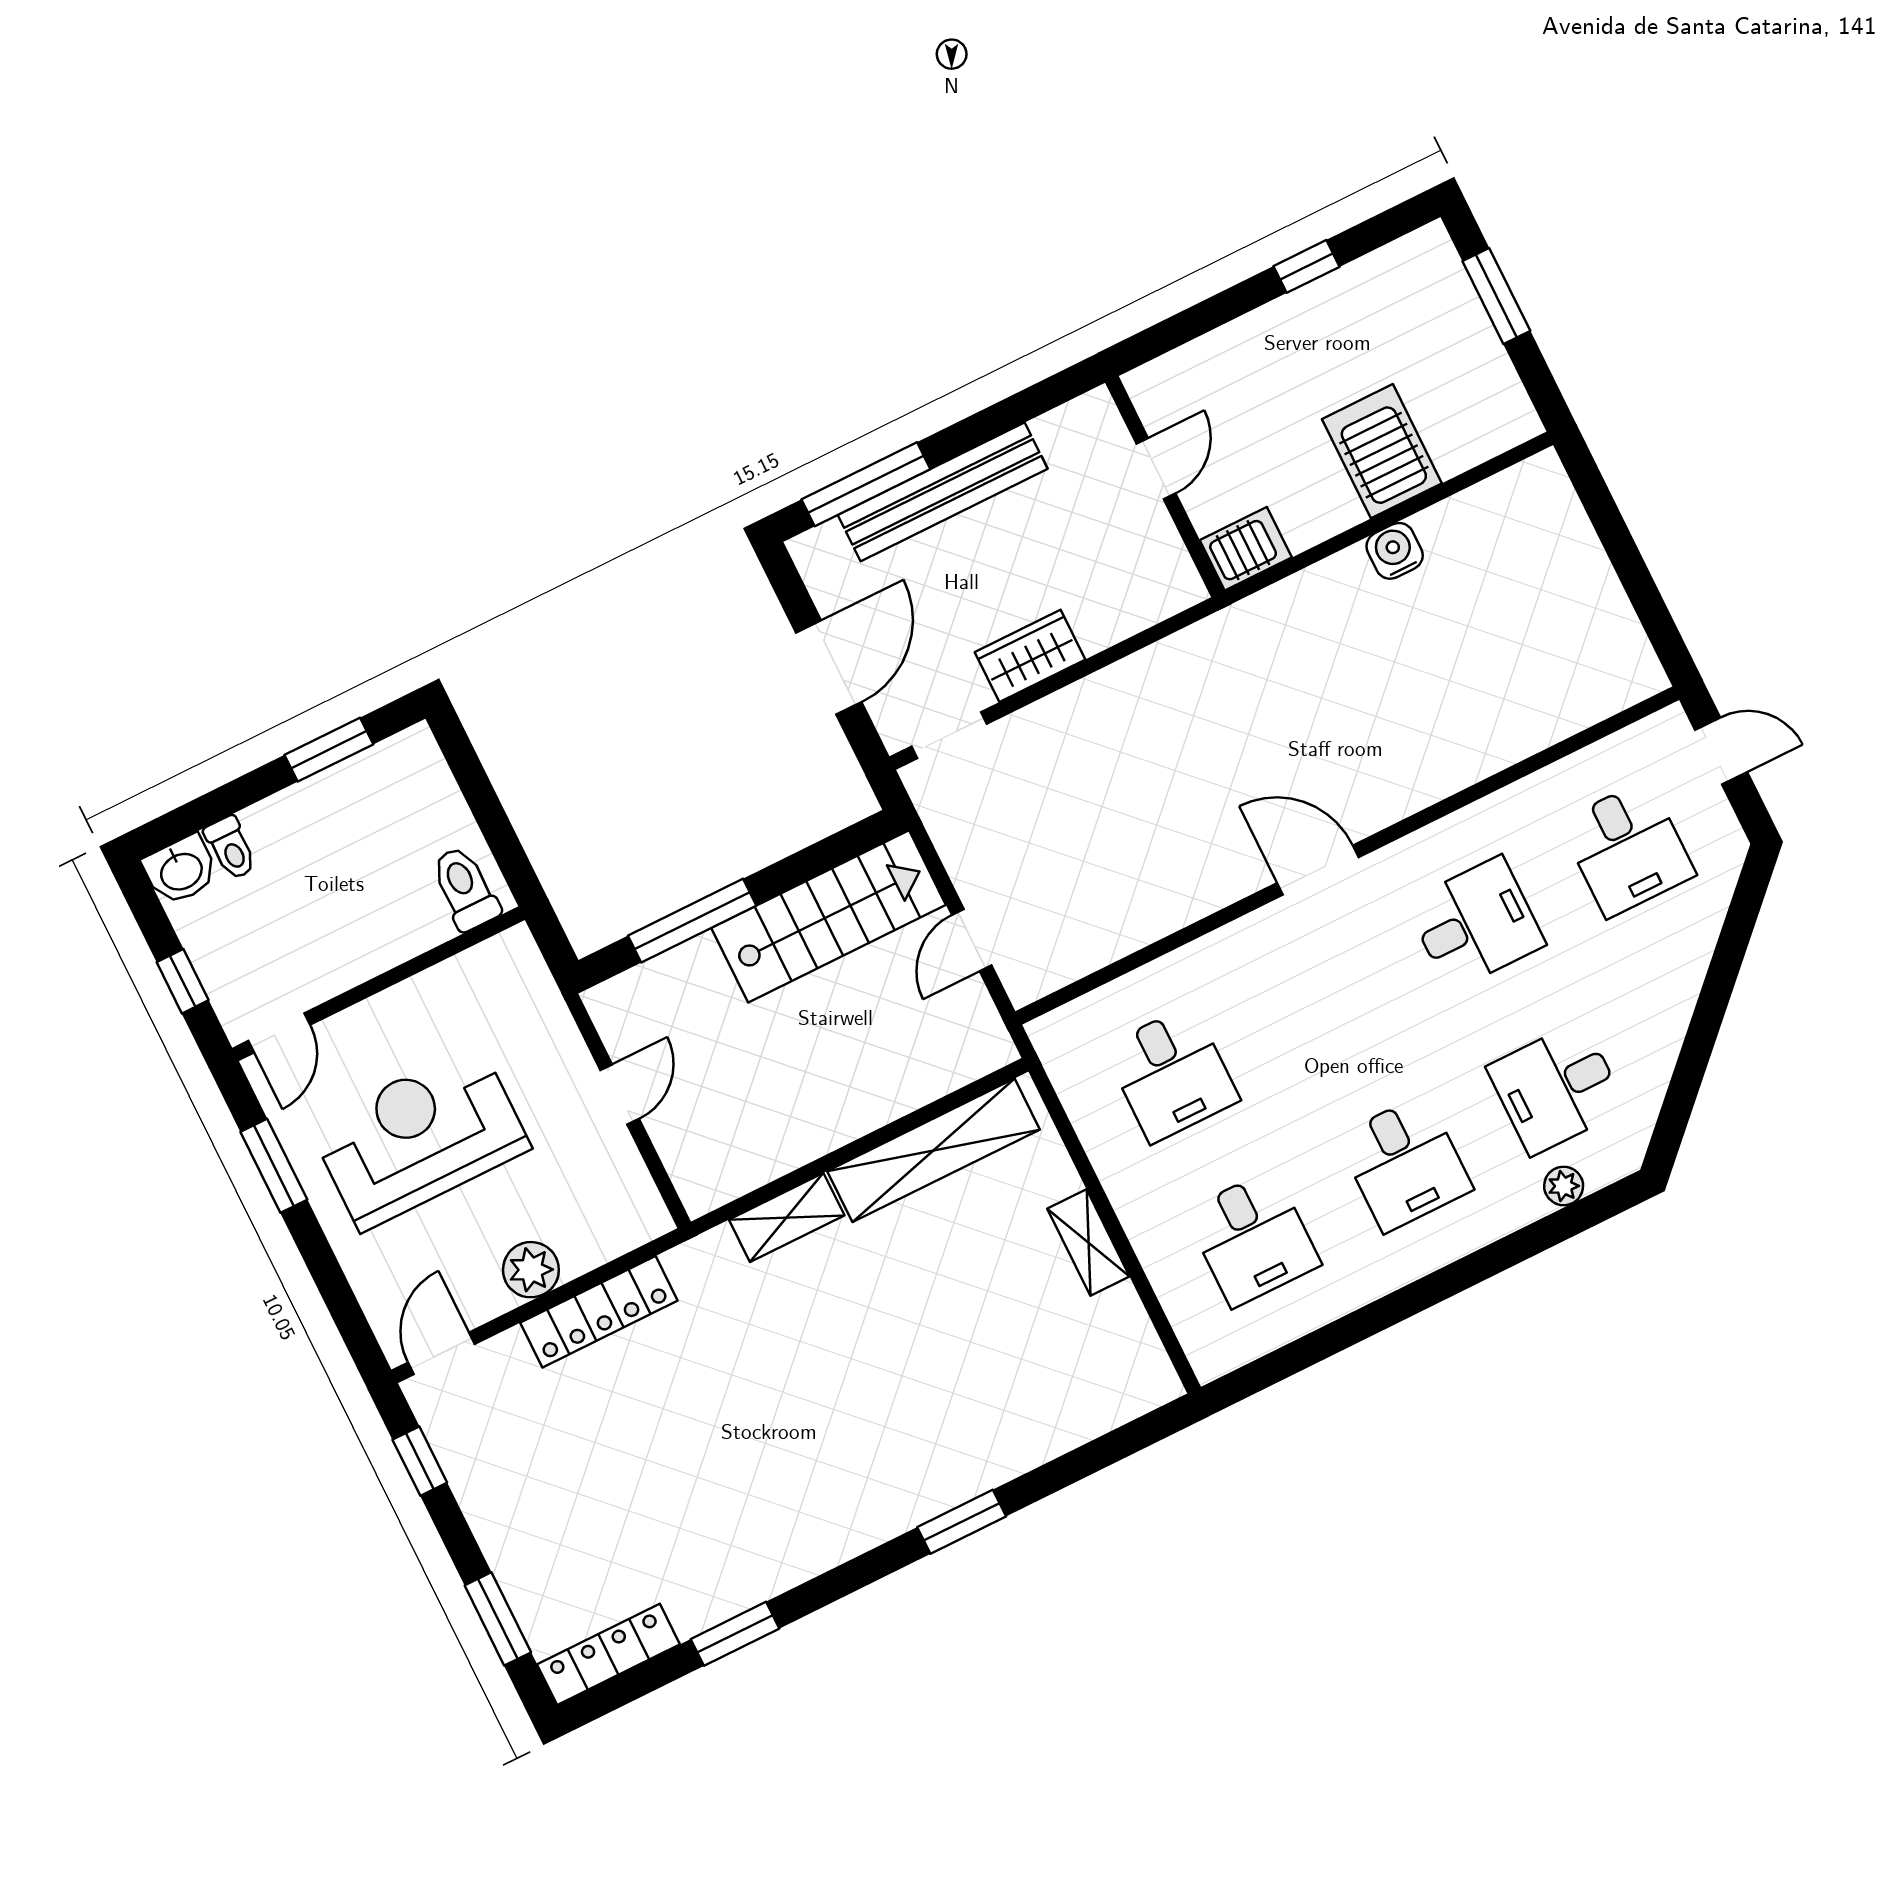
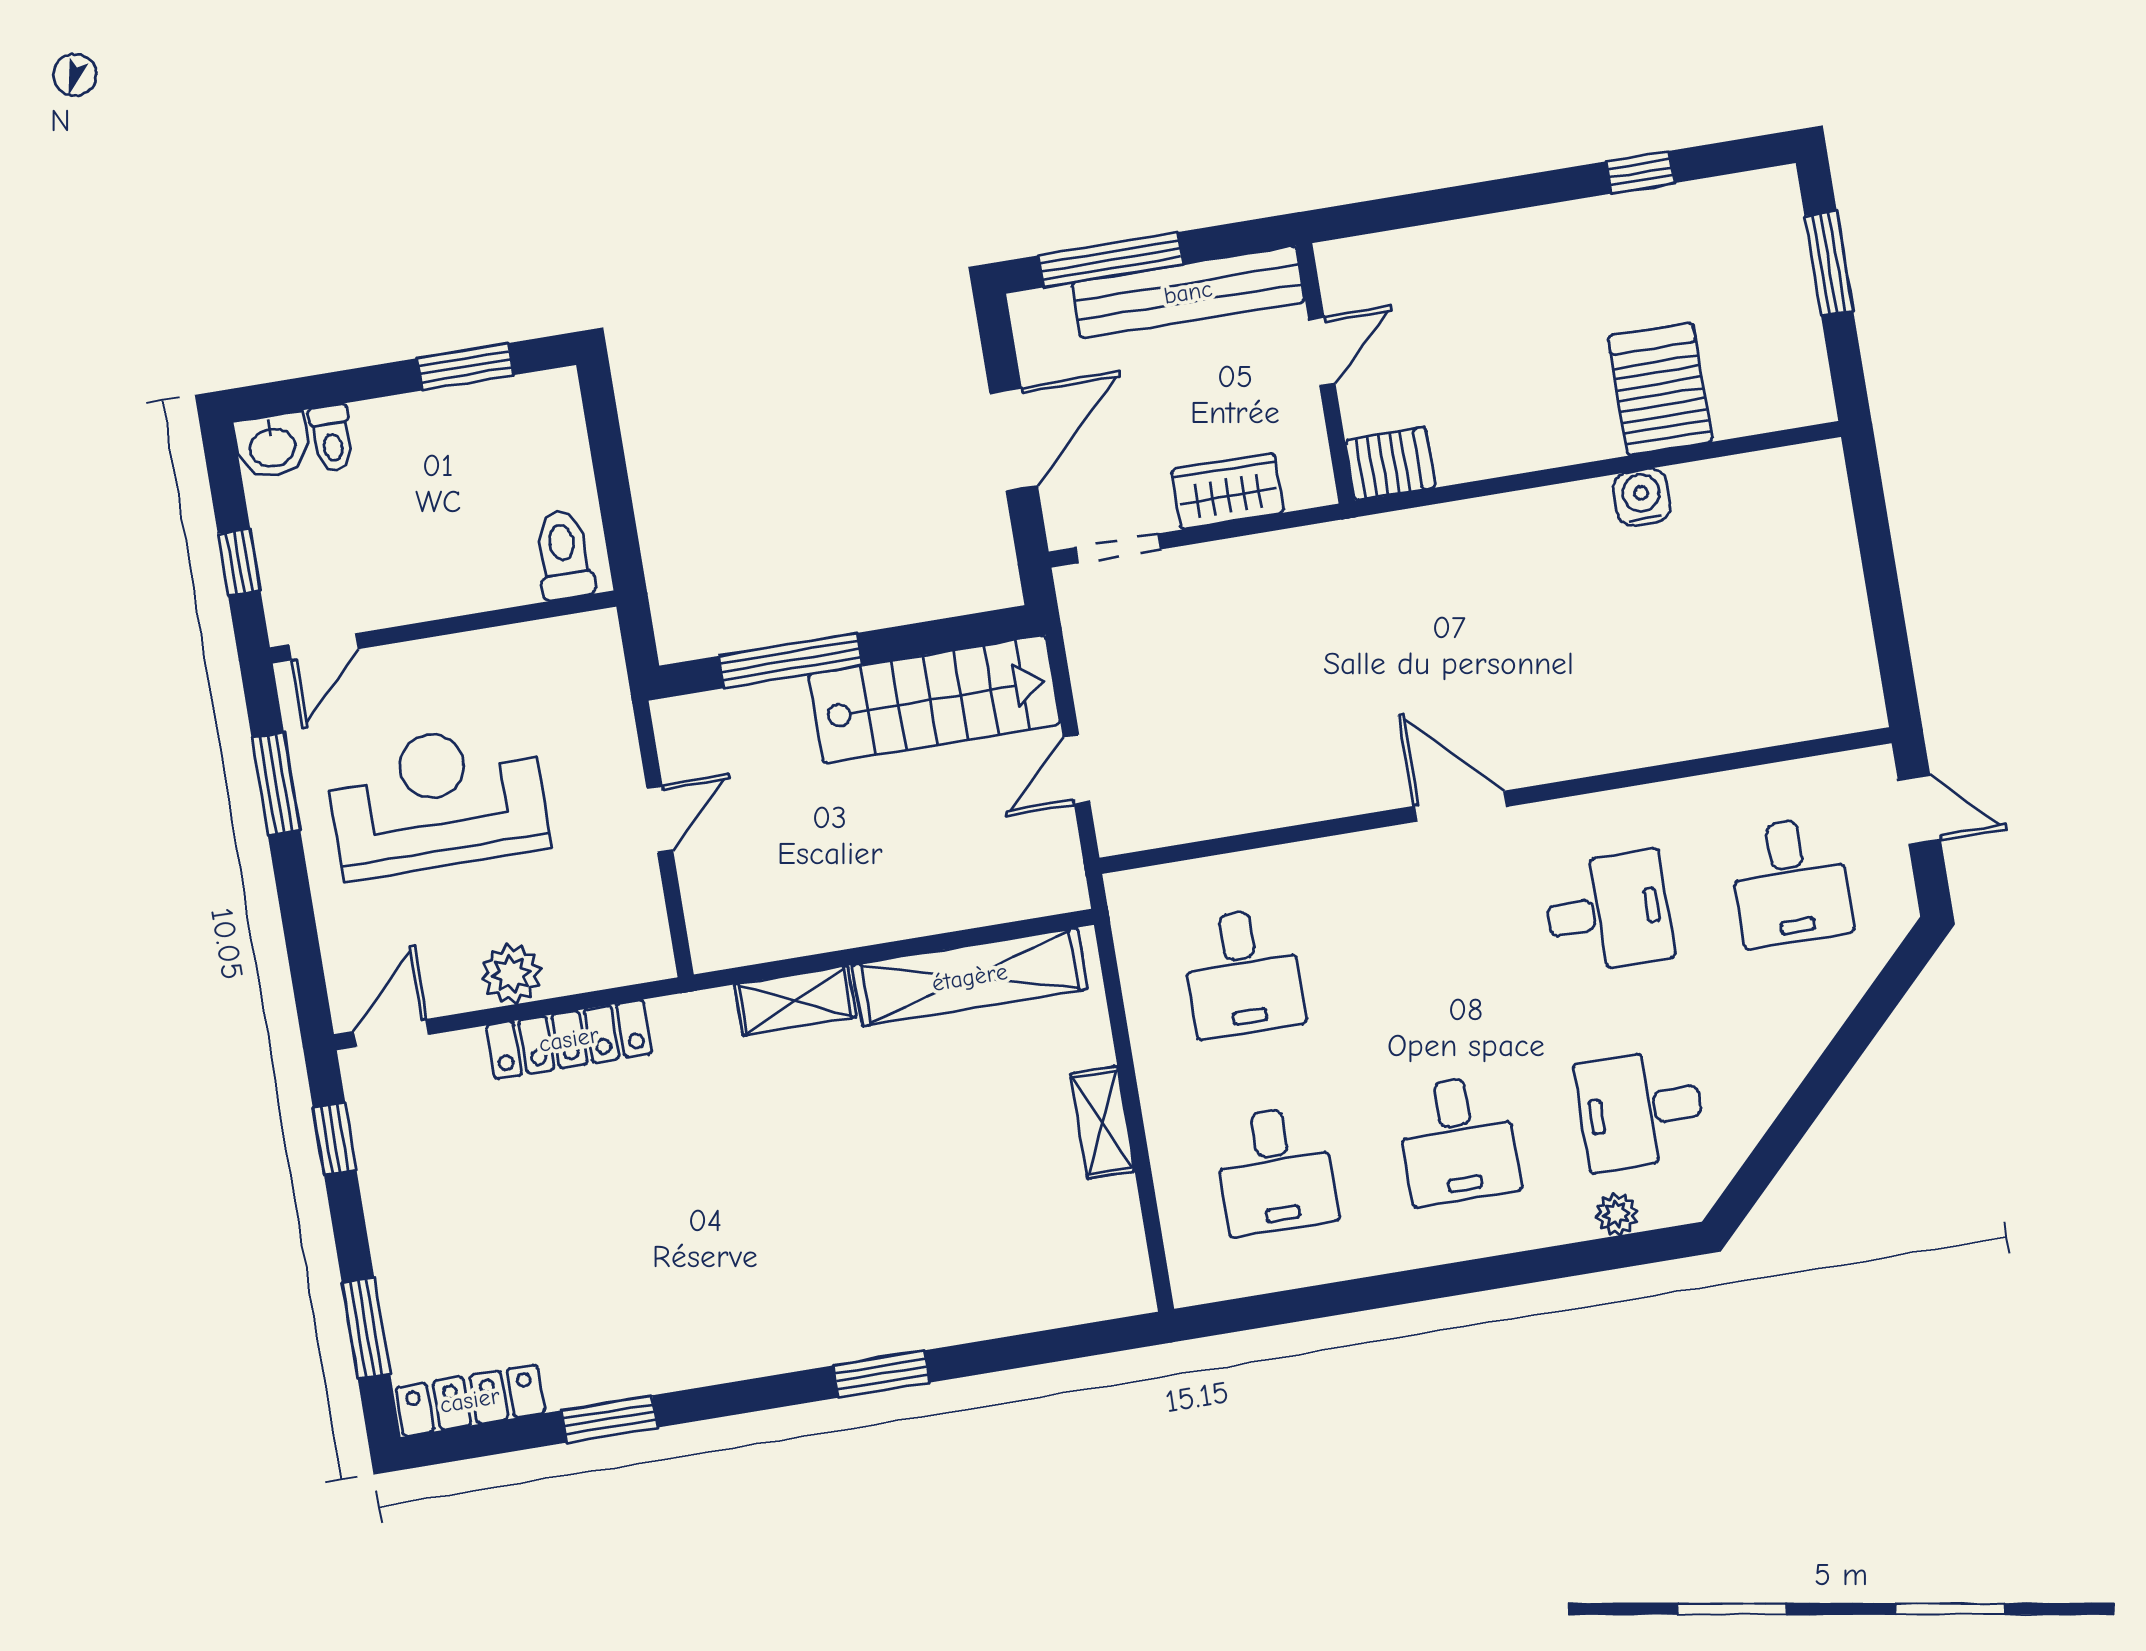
door: (1156, 469) -> (1322, 352), moved
wall: (1165, 487) -> (1326, 373), moved
server rack: (1246, 549) -> (1390, 464), moved

